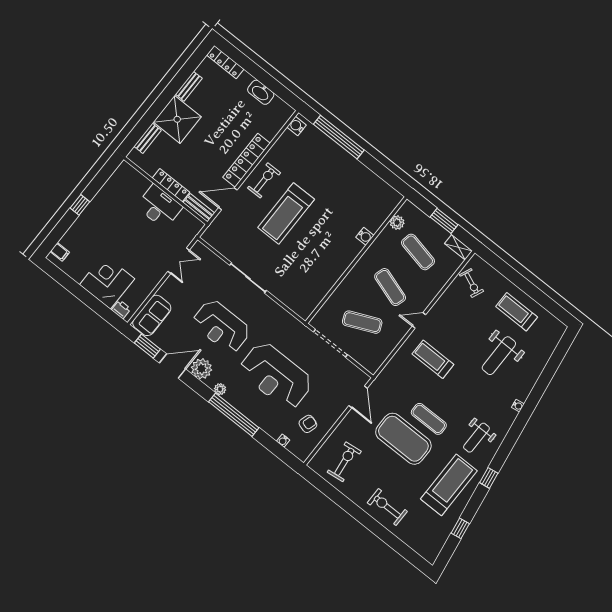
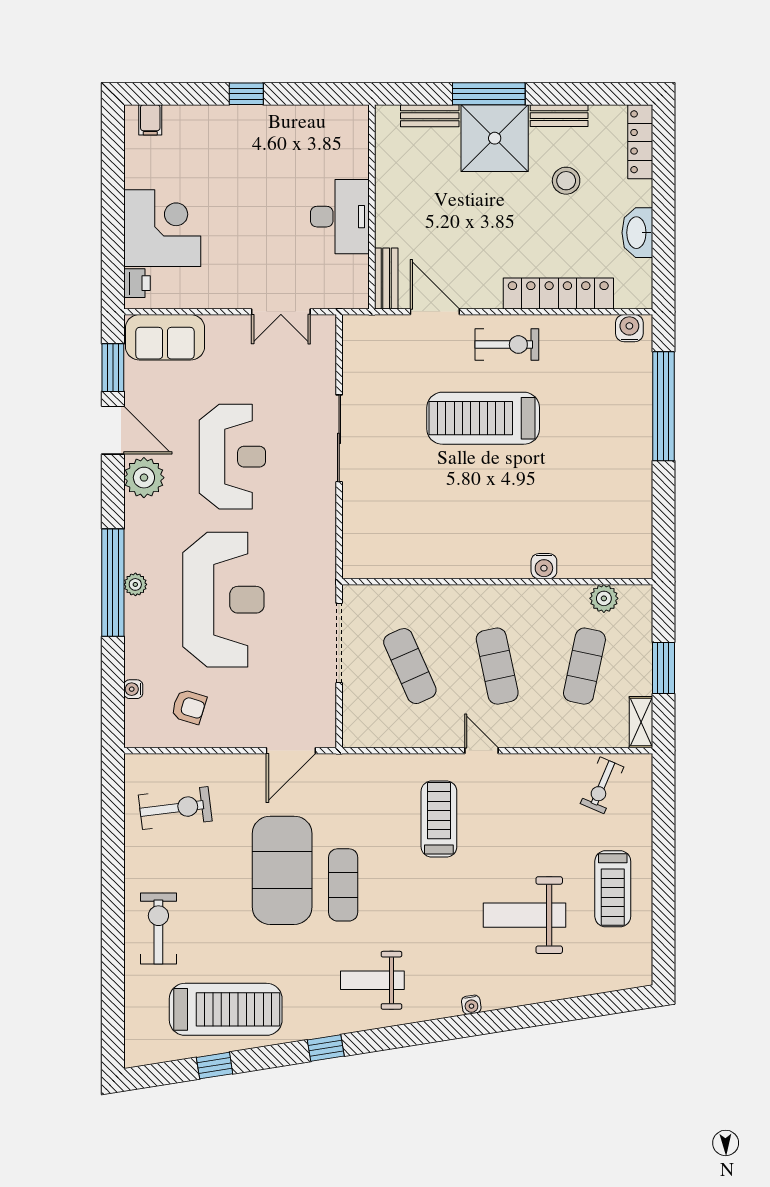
stool: (217, 104) -> (566, 181), added
window: (157, 108) -> (489, 94), added
locker: (247, 160) -> (558, 293), moved
locker: (171, 185) -> (387, 209), removed
exercise mat: (390, 287) -> (497, 666), turned -30
treadmill: (517, 312) -> (613, 889), turned 180
reception desk: (221, 326) -> (232, 457), turned 180
reception desk: (276, 376) -> (223, 600), turned 180
plant: (220, 389) -> (135, 584), moved
treadmill: (449, 485) -> (226, 1009), moved

